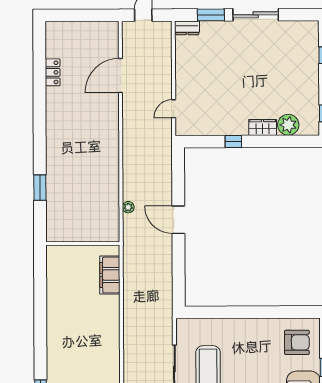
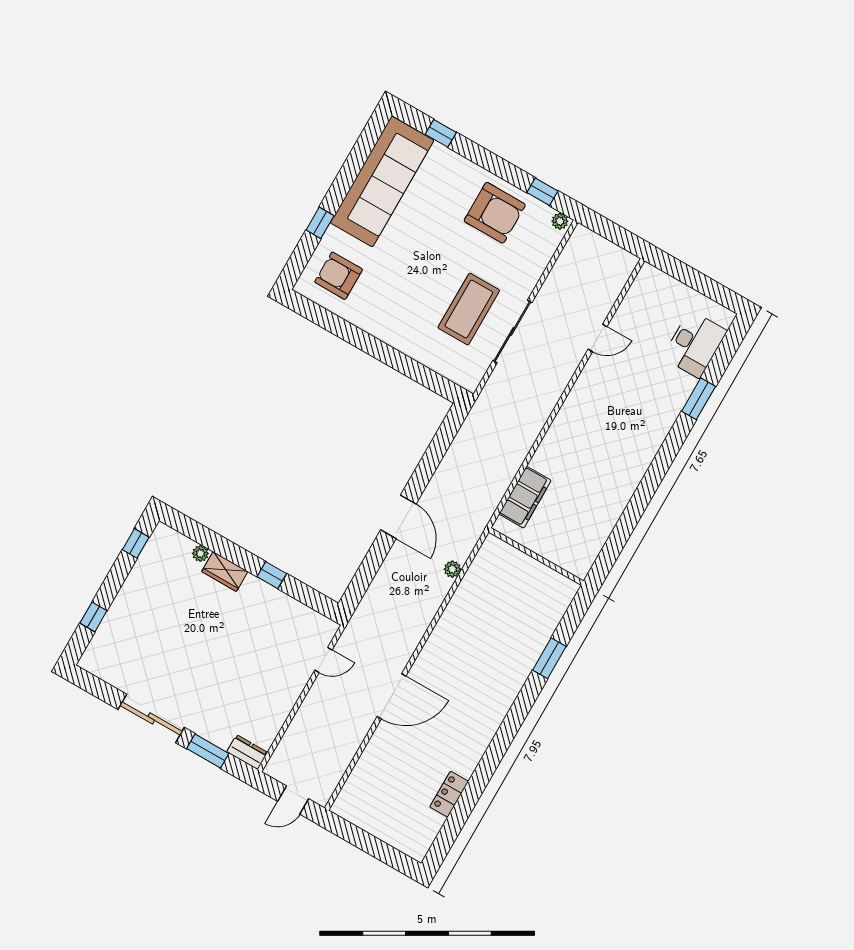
door: (120, 76) -> (392, 696), moved
plant: (288, 125) -> (200, 553), width x0.53, depth x0.53

